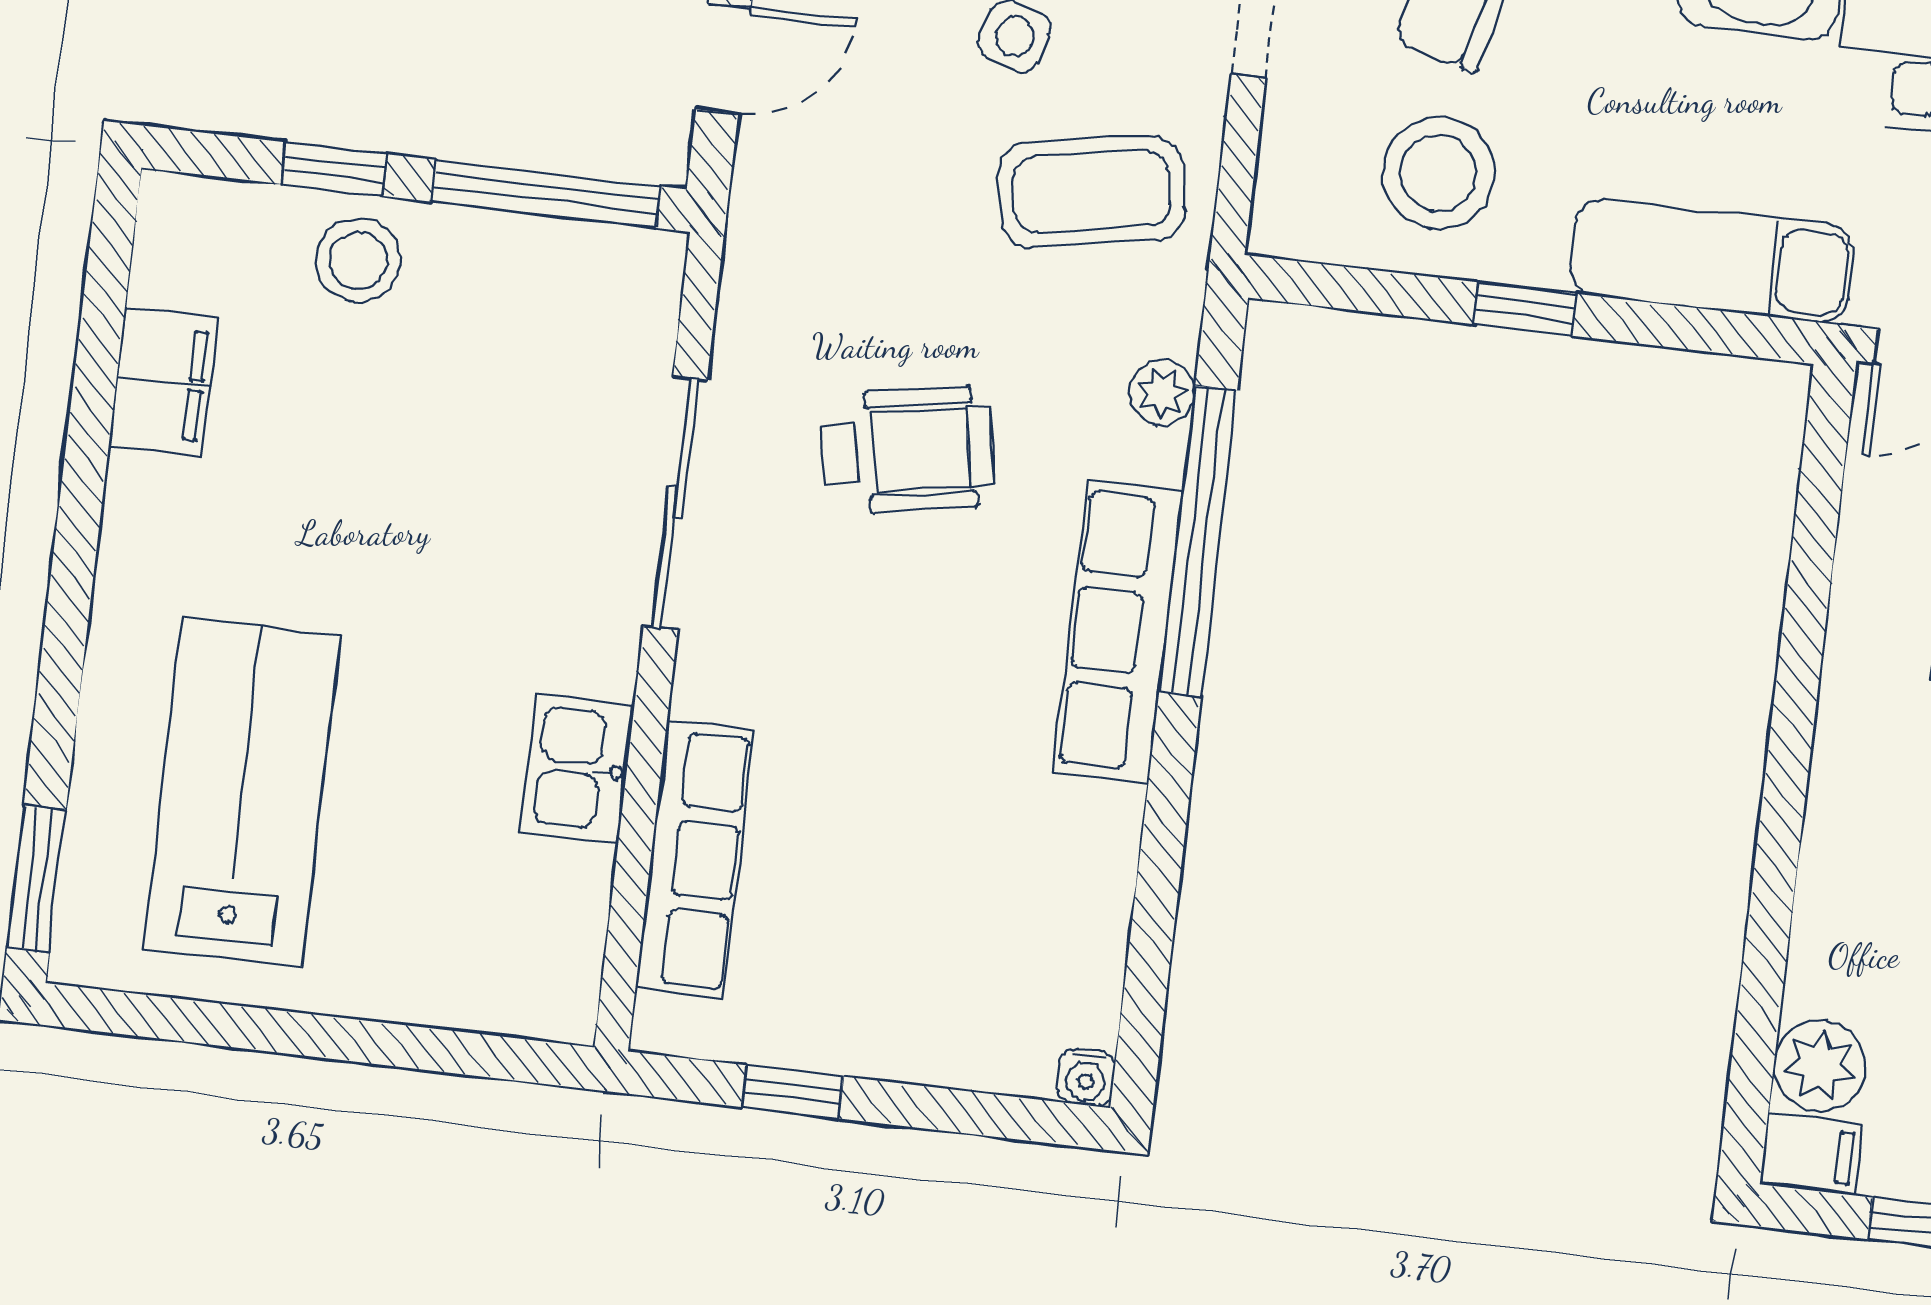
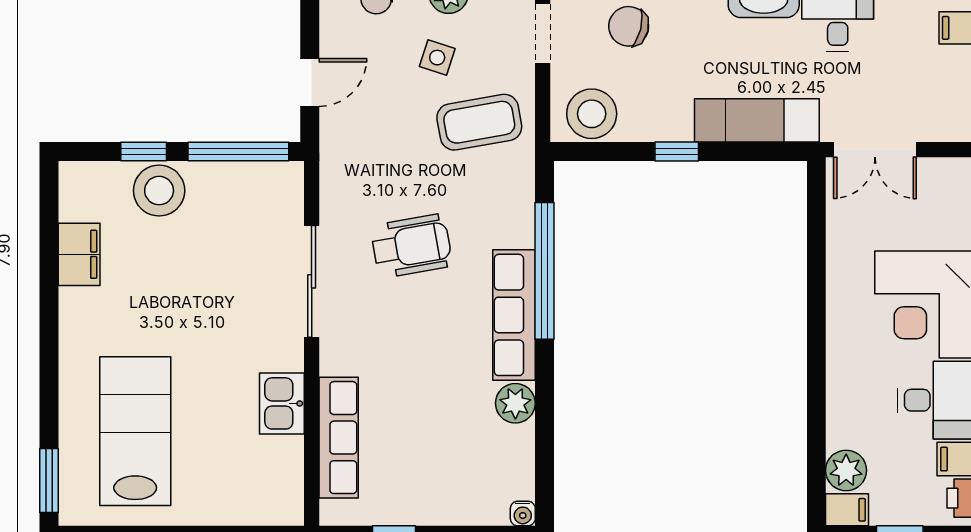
stool: (1438, 173) -> (592, 114), moved
stool: (358, 260) -> (159, 191), width x1.38, depth x1.38
plant: (1162, 393) -> (515, 403), moved, width x1.38, depth x1.38

